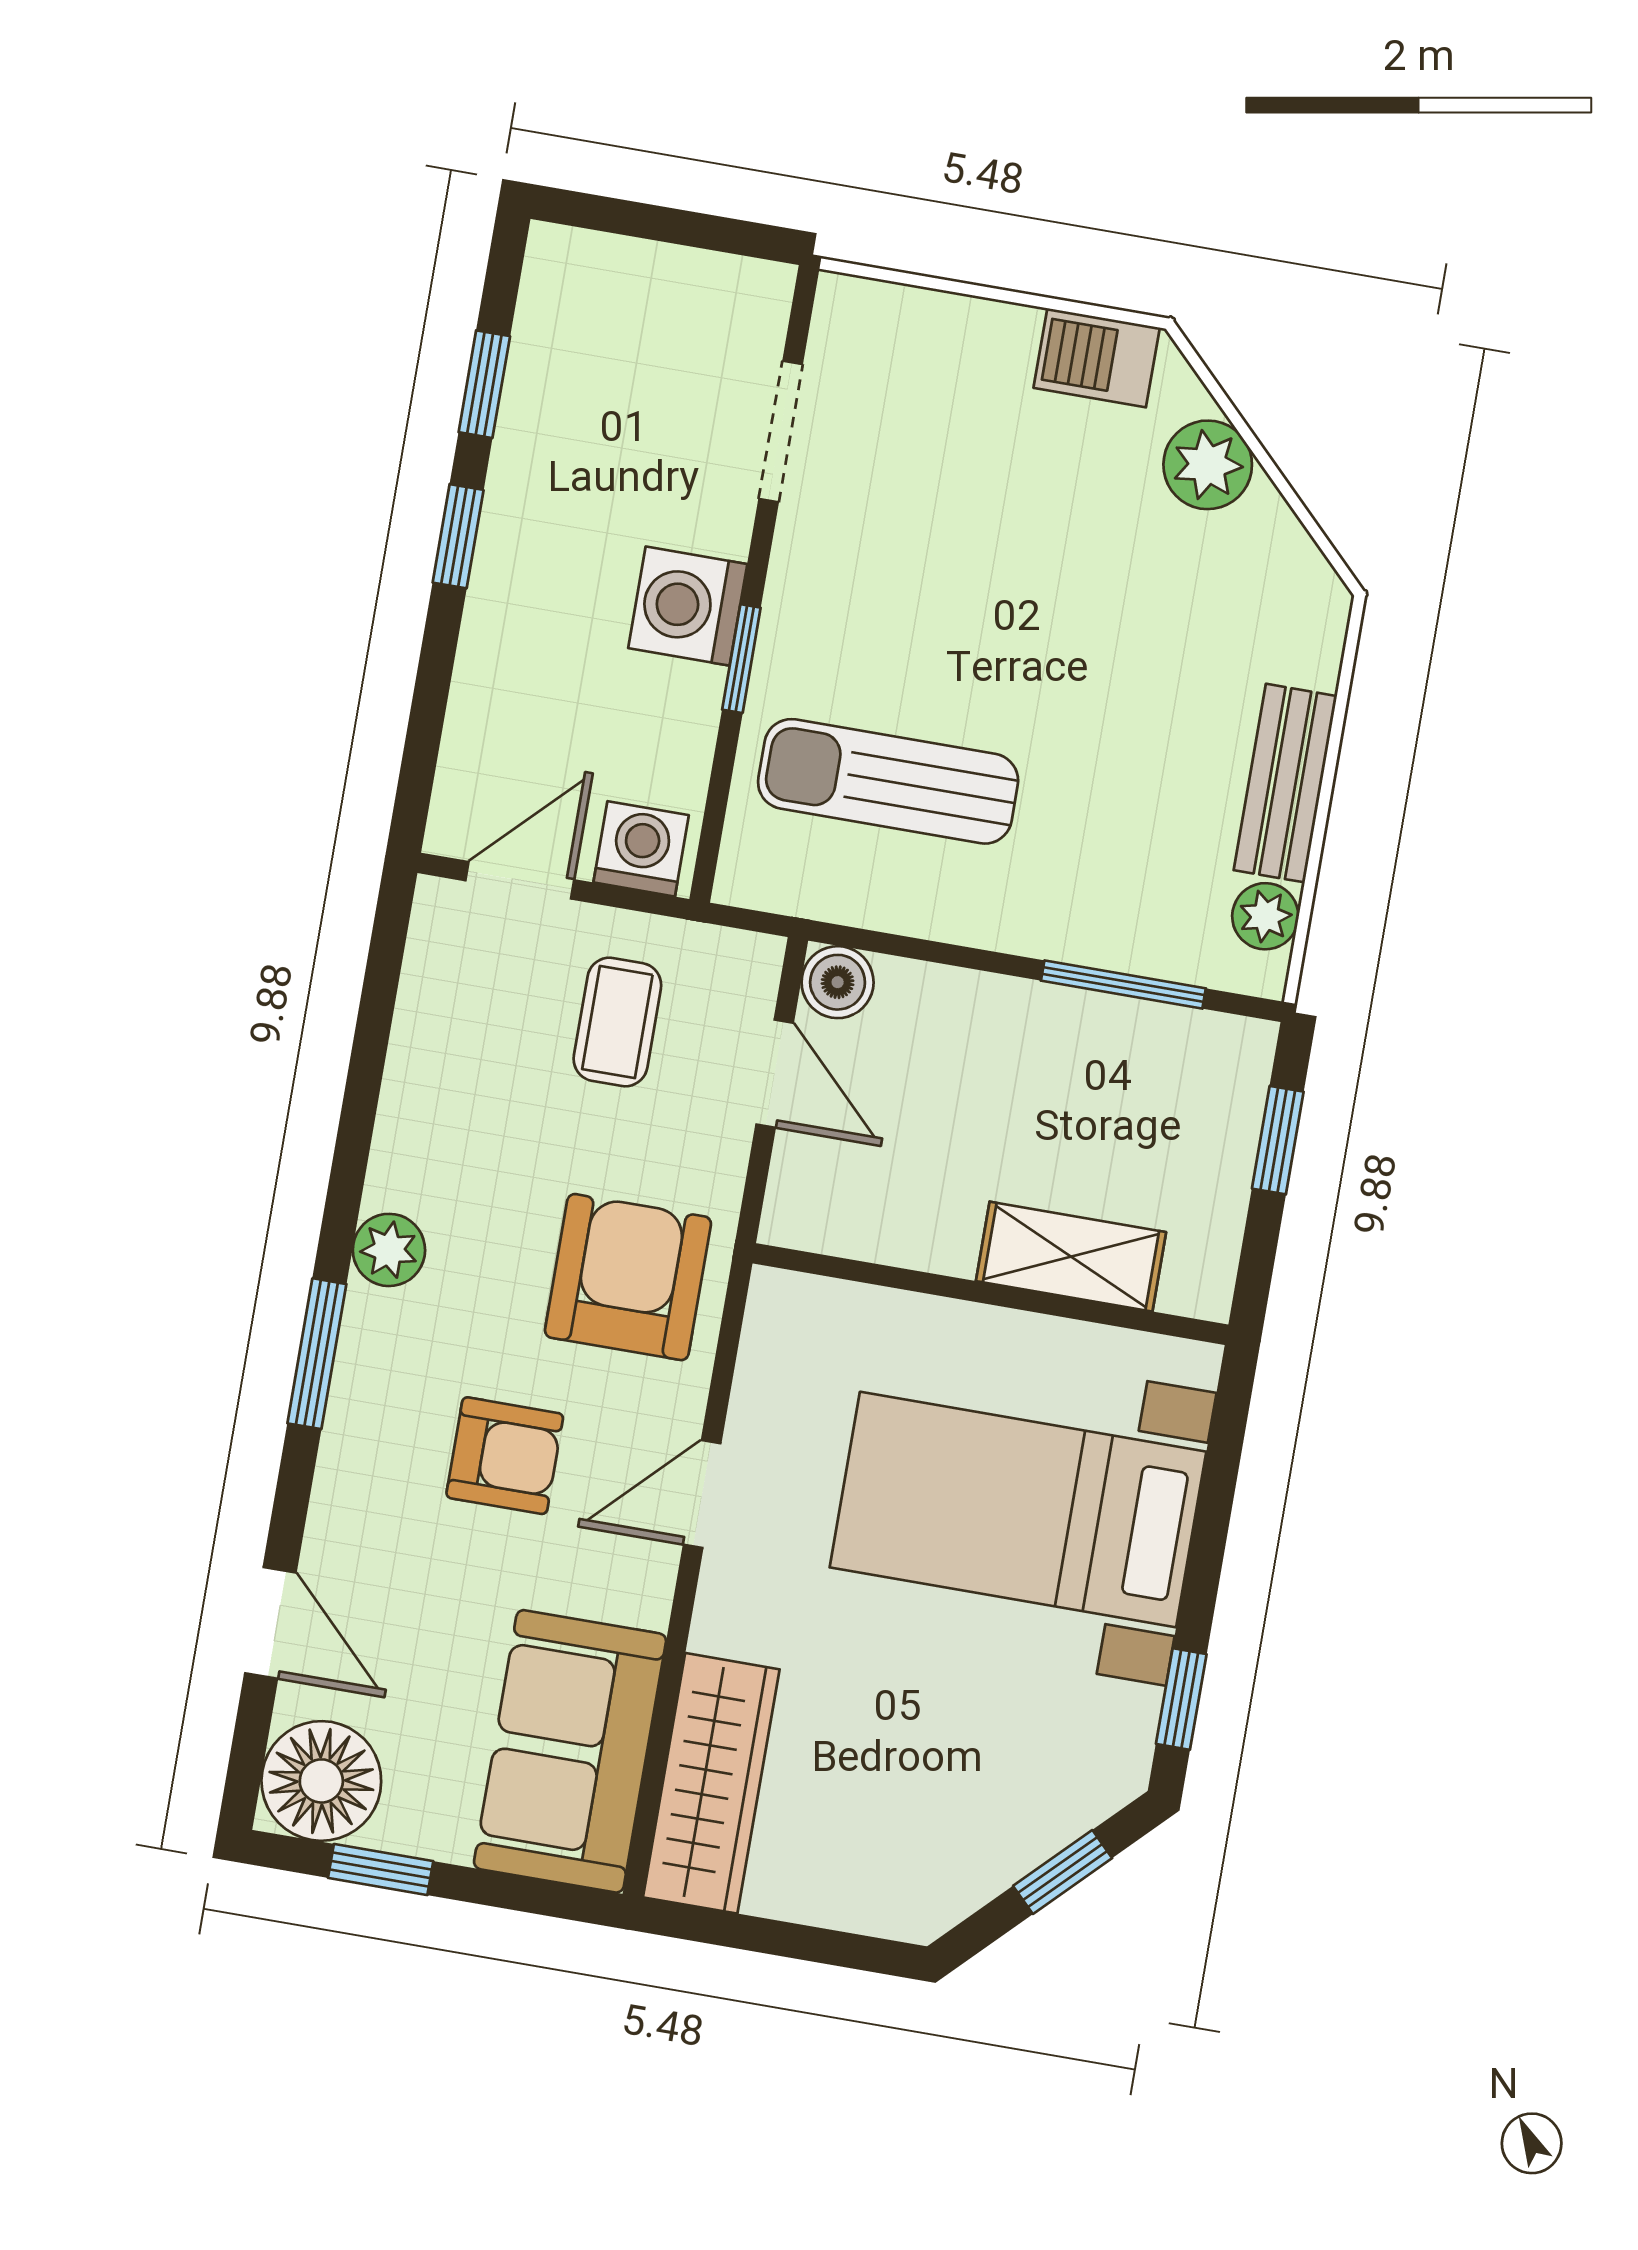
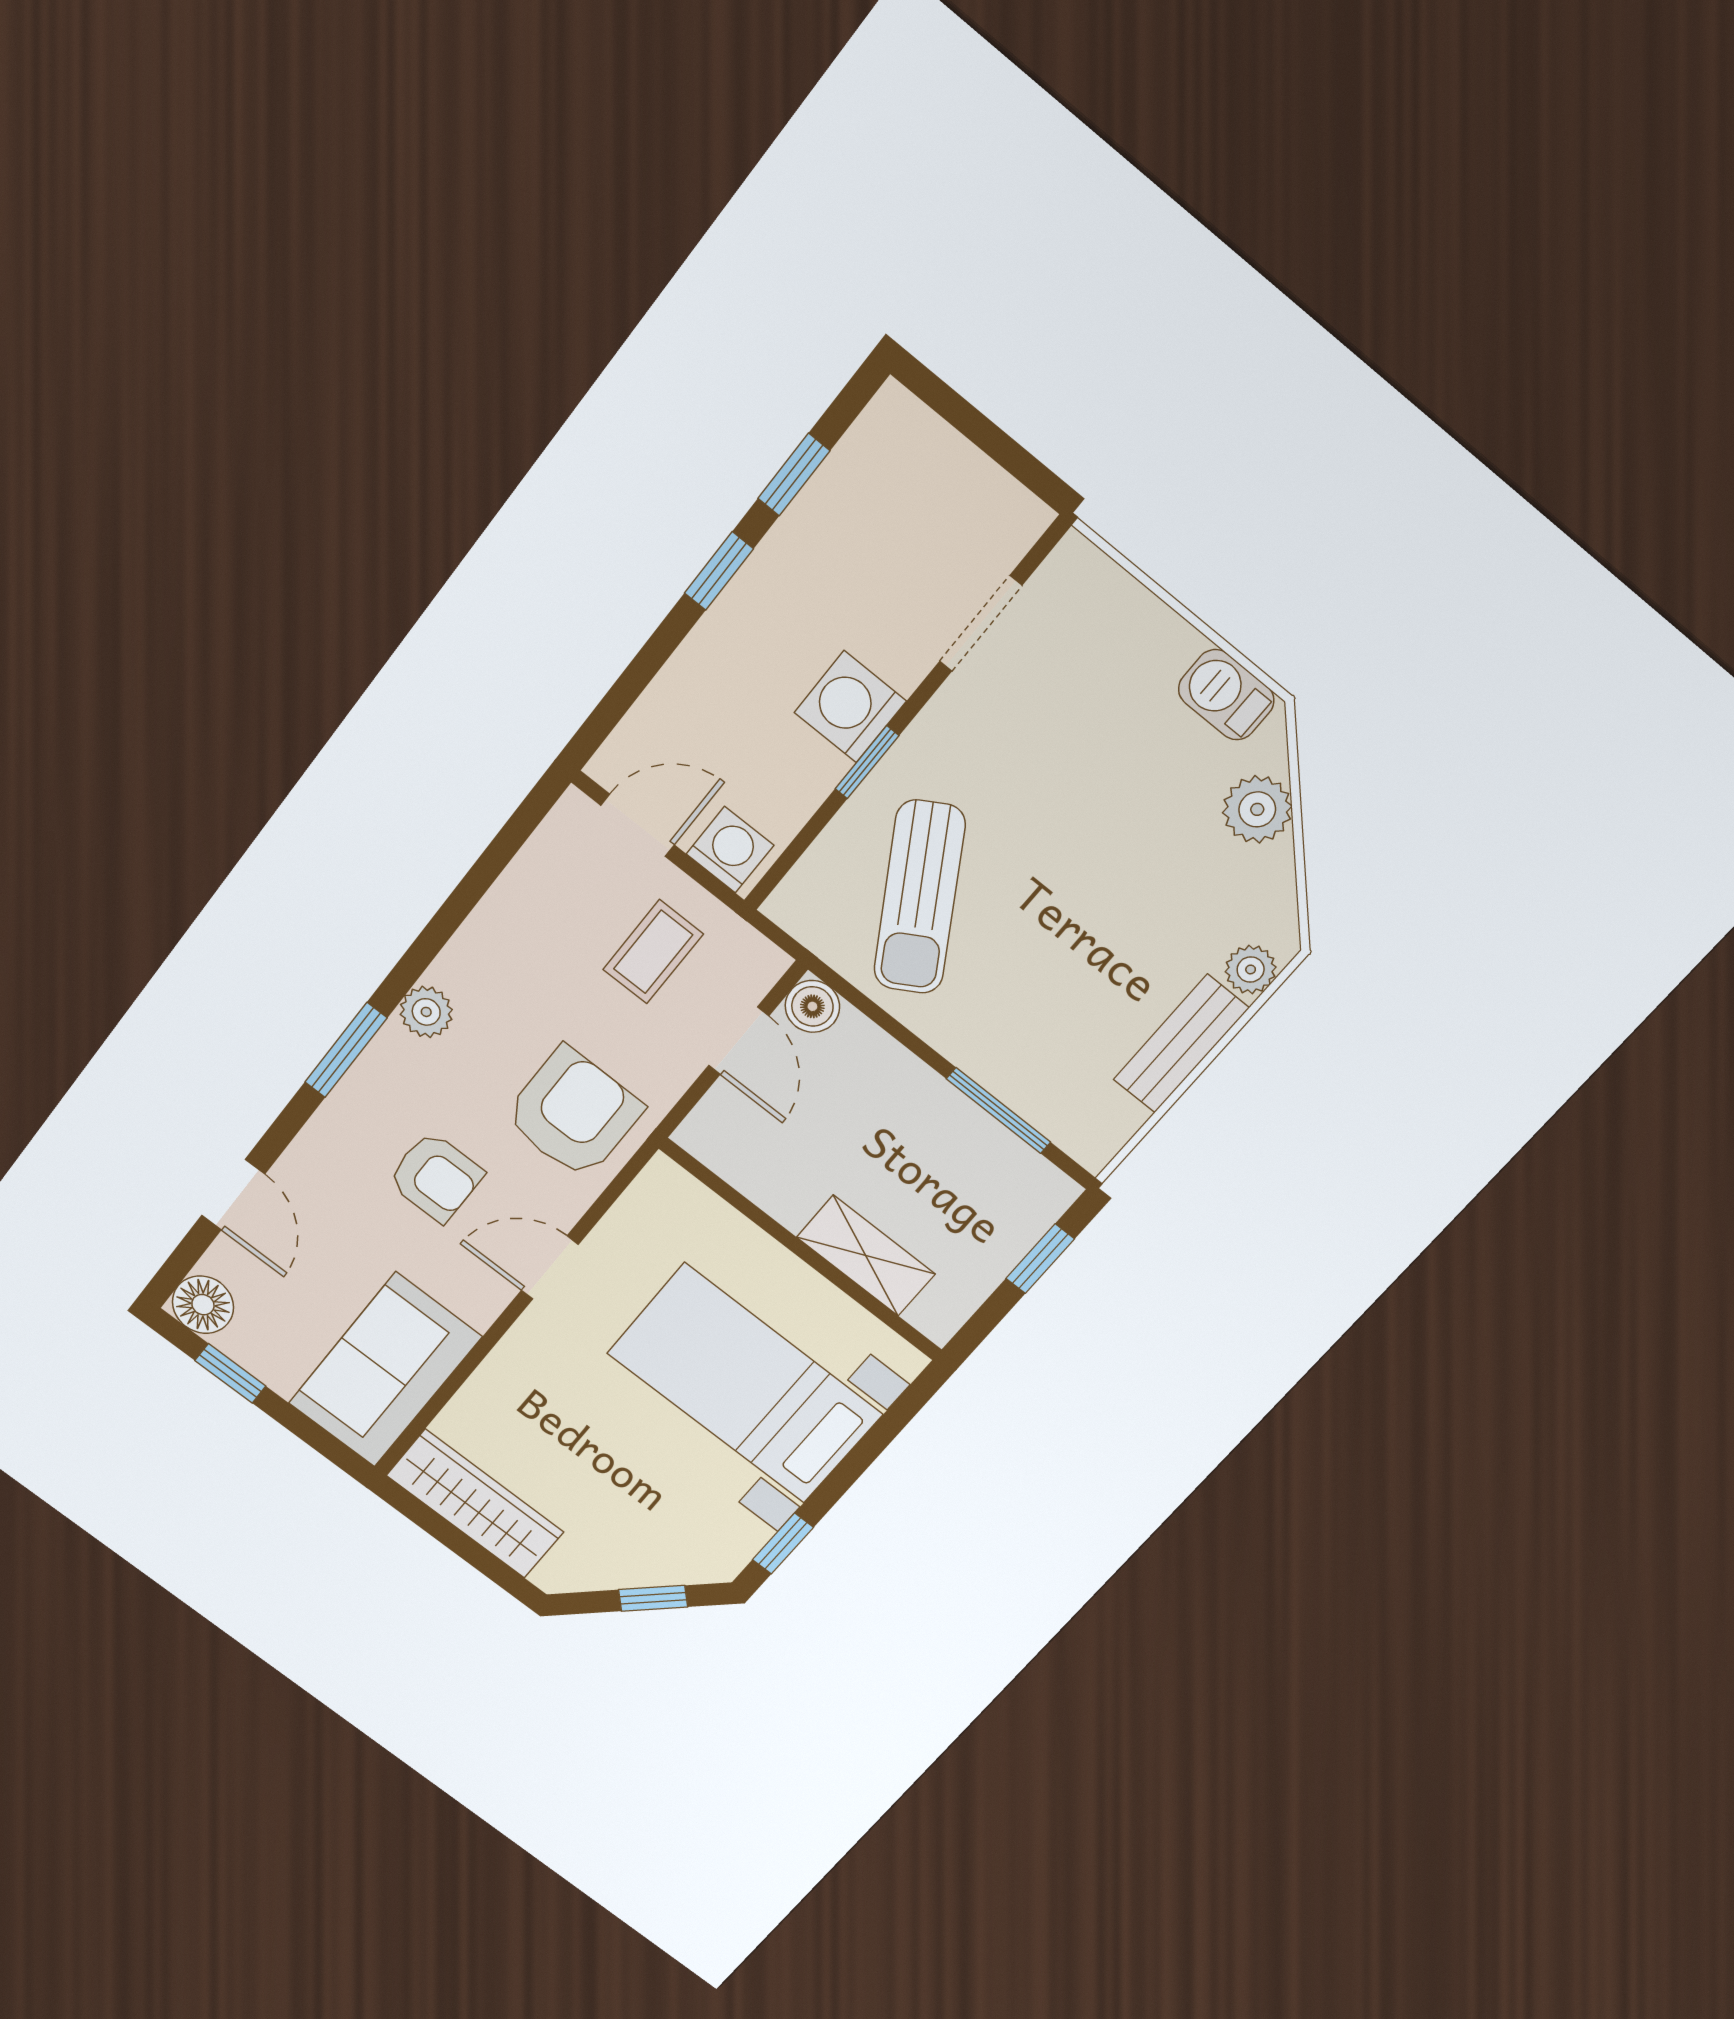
sun lounger: (888, 781) -> (919, 897), turned -121
plant: (1265, 916) -> (1251, 969), moved
floor lamp: (321, 1781) -> (203, 1305), width x0.73, depth x0.73
wardrobe: (711, 1783) -> (475, 1504), moved, turned -90

